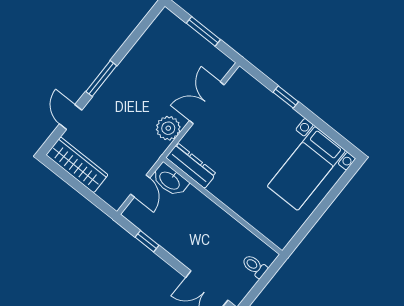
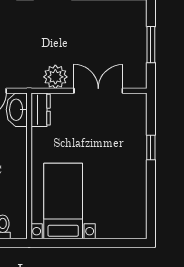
dresser: (191, 166) -> (41, 110), width x0.70
bed with nightstands: (306, 168) -> (63, 201), moved, turned 90

